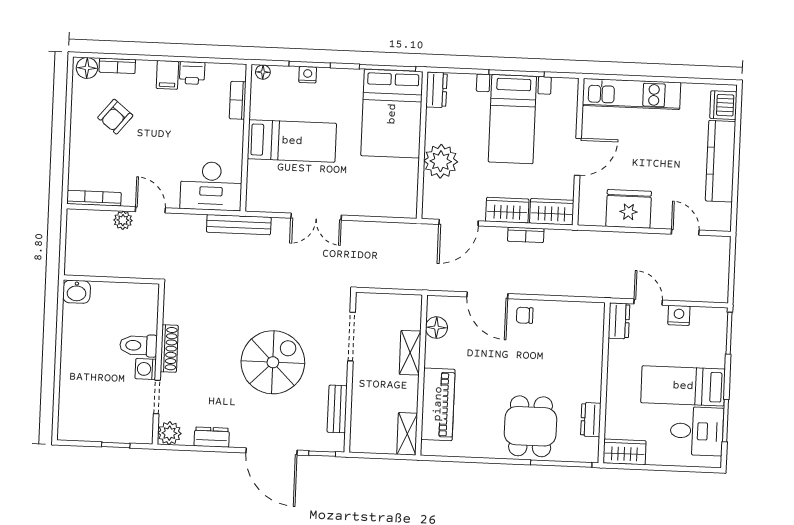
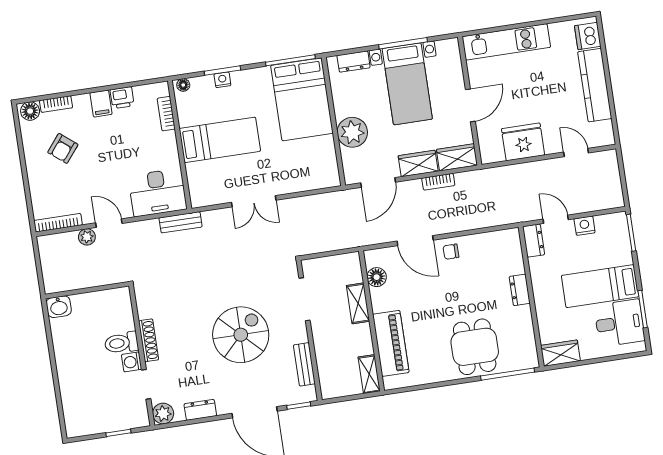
dresser: (437, 90) -> (354, 62), moved, turned 90
bench: (239, 225) -> (181, 222), width x0.73
dresser: (591, 420) -> (520, 290), moved

